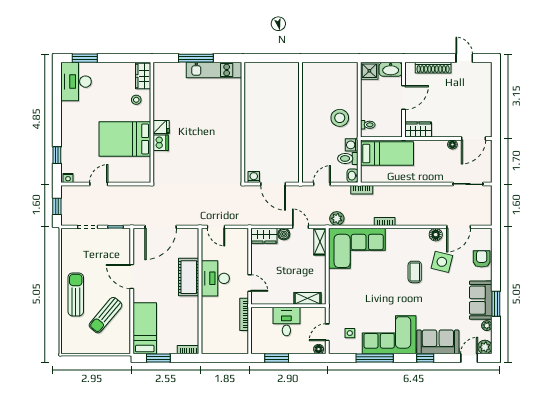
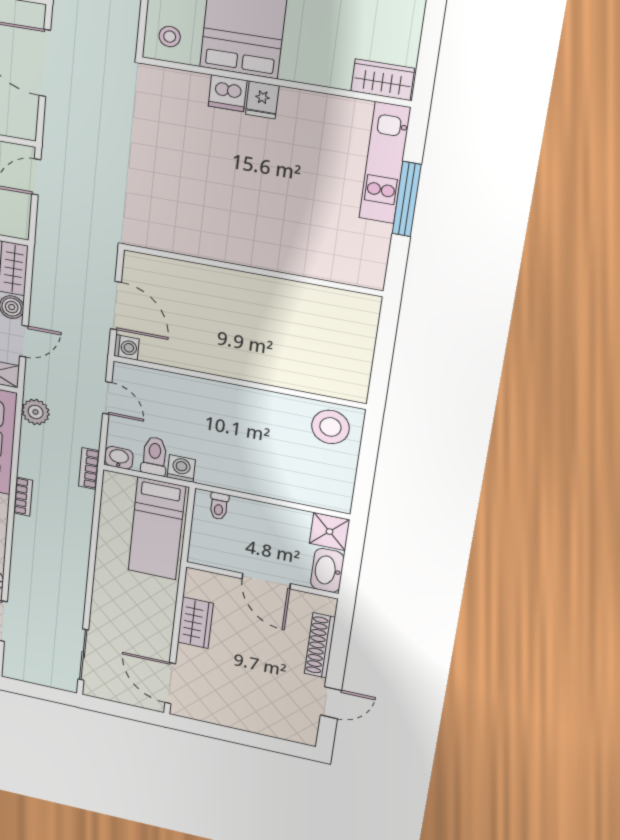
kitchen unit: (214, 70) -> (385, 163), moved
stool: (136, 100) -> (170, 37), moved
stool: (340, 118) -> (330, 427), moved
wardrobe: (418, 129) -> (195, 623), moved
floor lamp: (452, 145) -> (162, 645), removed
washing machine: (254, 177) -> (127, 347), moved
door: (273, 184) -> (116, 306), swing flipped

